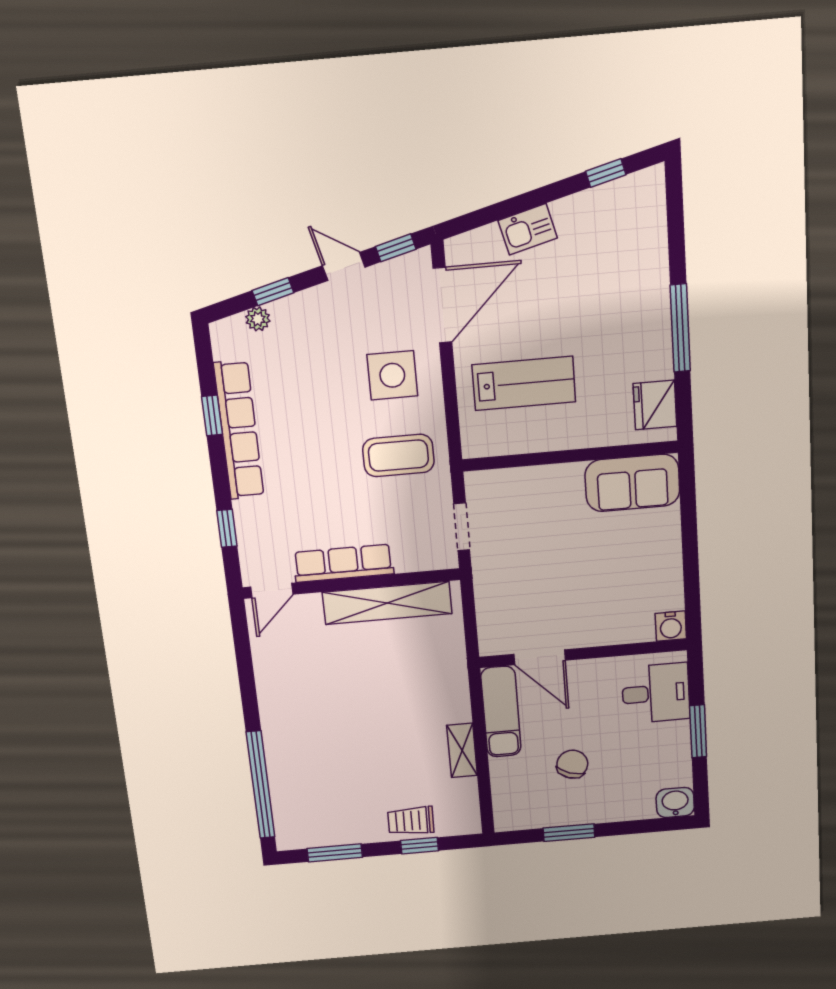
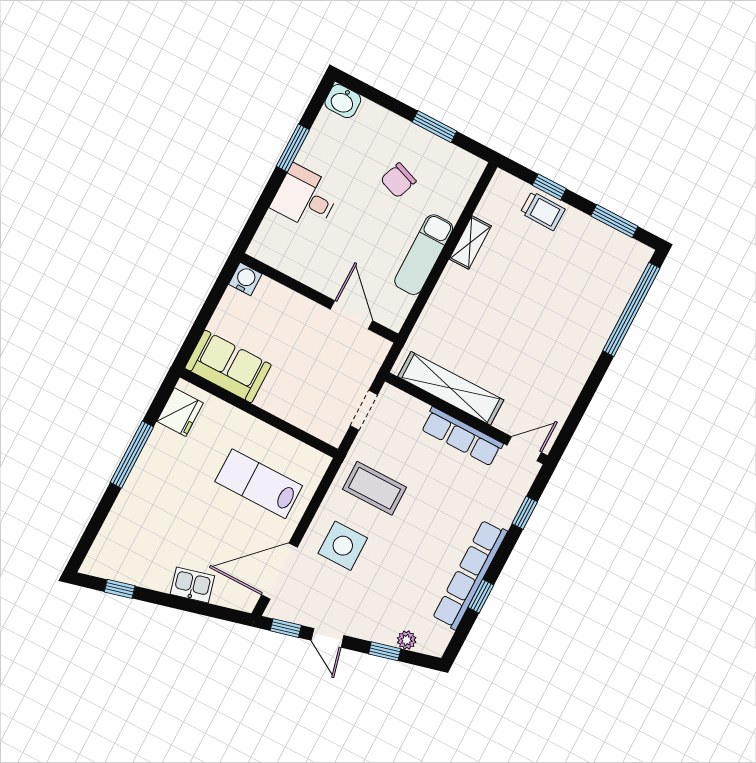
water cooler: (671, 626) -> (245, 279), moved
wall: (583, 653) -> (319, 298), moved
door: (540, 657) -> (351, 315), moved

